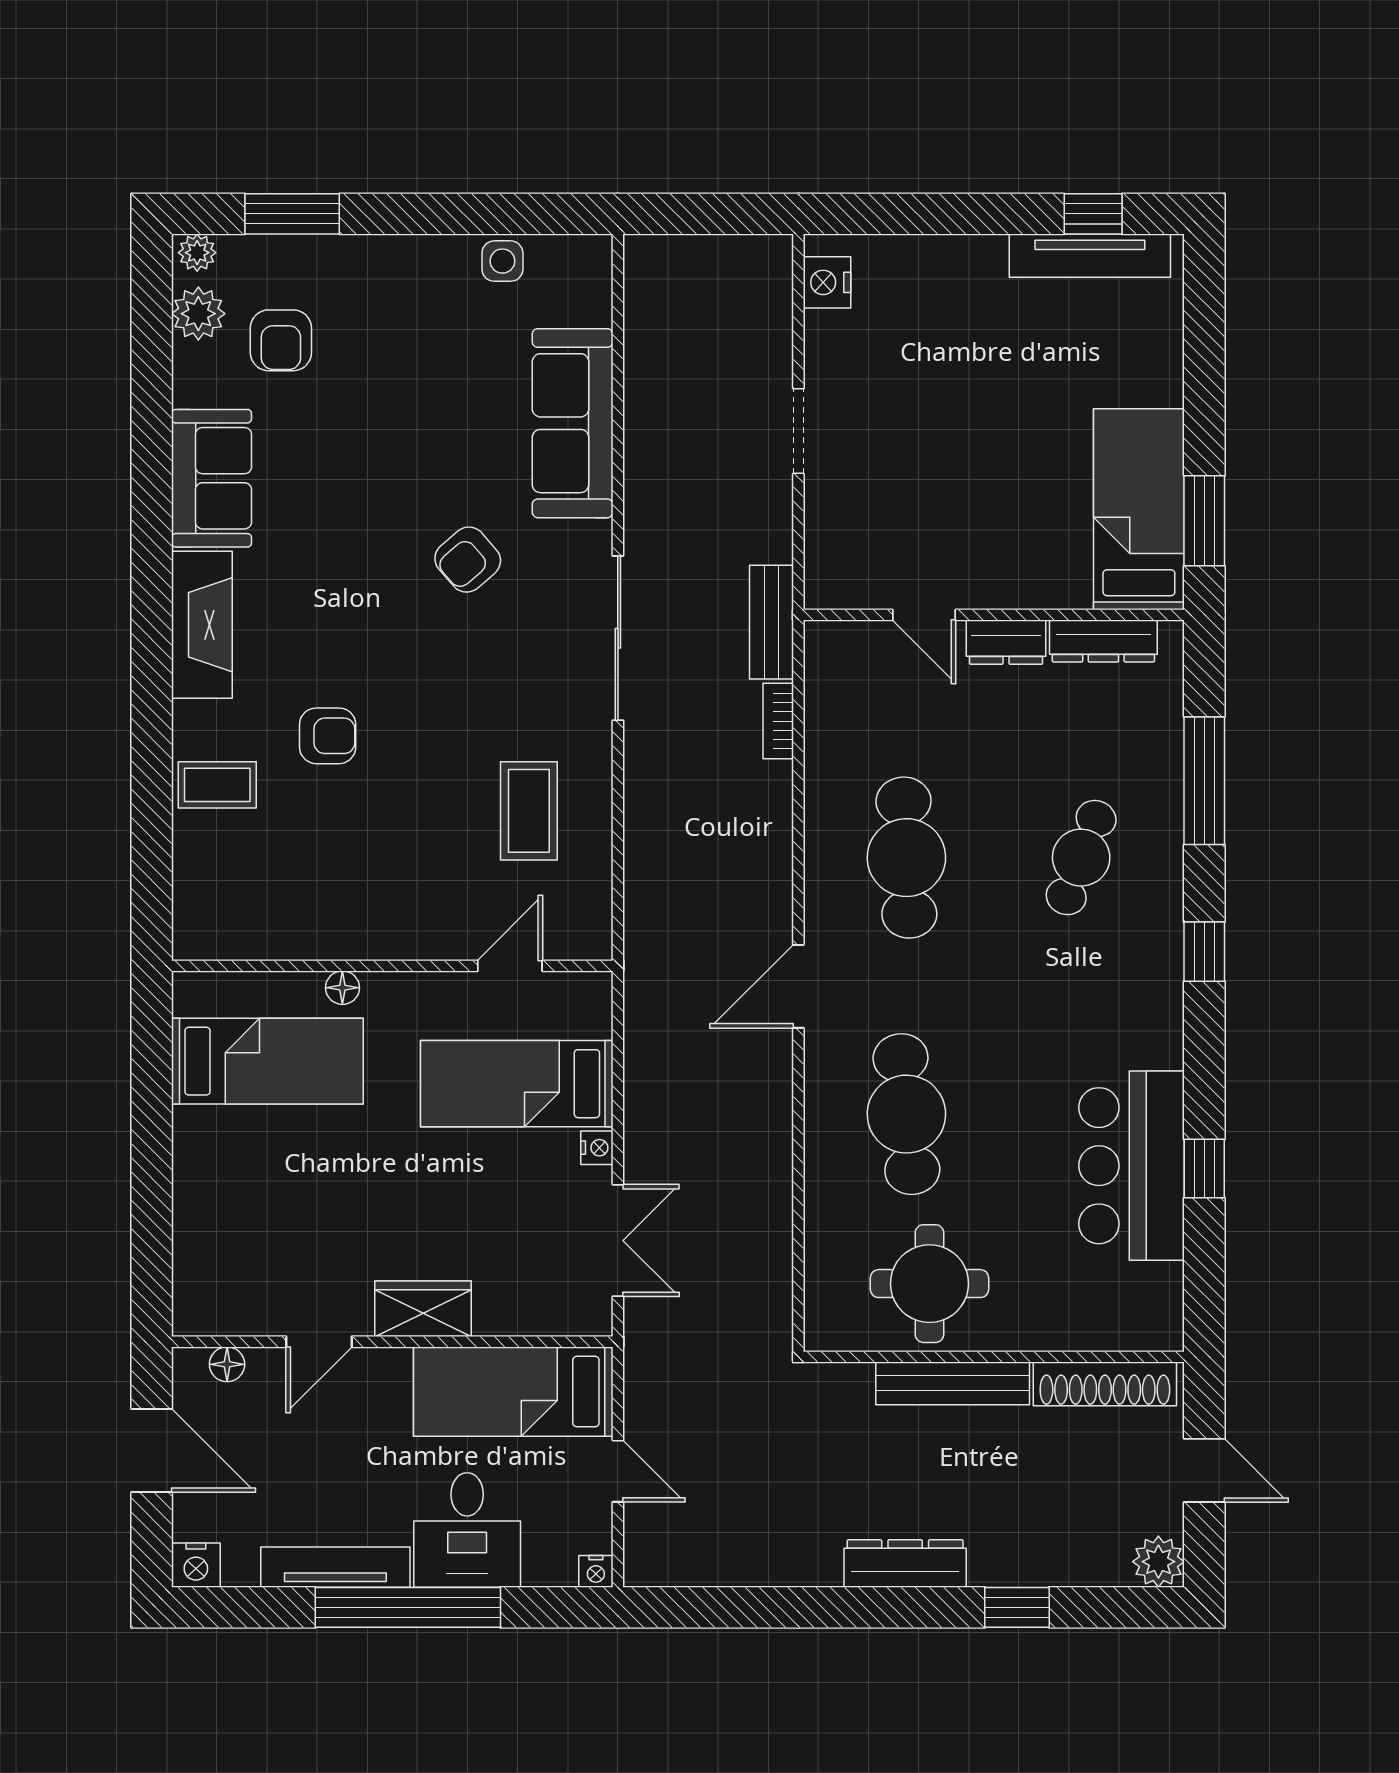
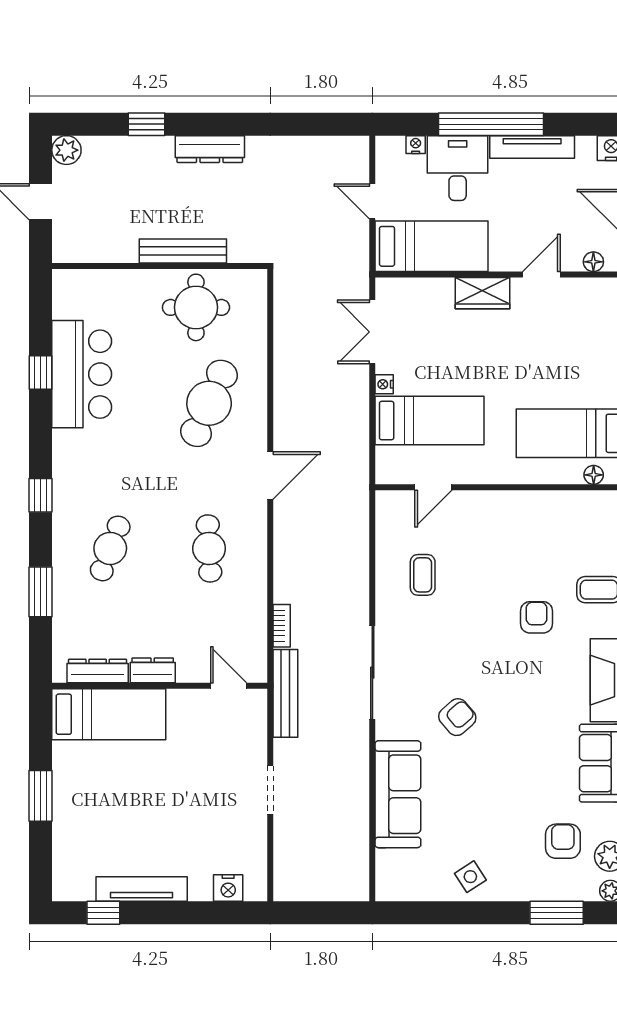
tv unit: (1090, 256) -> (142, 889), moved
side table: (502, 261) -> (470, 877), moved, turned -33
nightstand: (827, 282) -> (228, 888), moved, turned 90
bed: (1139, 509) -> (109, 714), moved, turned -90
window: (1204, 521) -> (40, 796), moved
door: (924, 615) -> (229, 686), moved
bench: (771, 622) -> (285, 693), width x1.36
armchair: (328, 736) -> (536, 617), turned 90
window: (1204, 781) -> (40, 592), width x0.69
coffee table: (529, 811) -> (423, 575), width x0.73, depth x0.77
cafe table: (906, 858) -> (209, 548), width x0.73, depth x0.74
floor lamp: (342, 988) -> (594, 475), moved
cafe table: (906, 1114) -> (209, 403), turned 30
shoe rack: (1105, 1384) -> (97, 251), removed
nightstand: (596, 1571) -> (416, 145), moved

